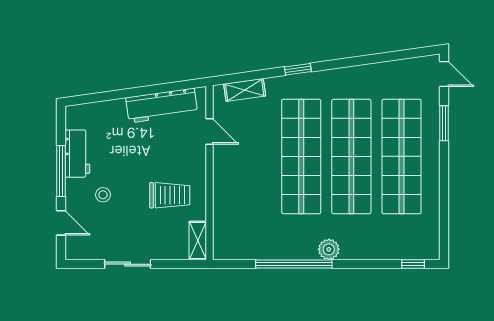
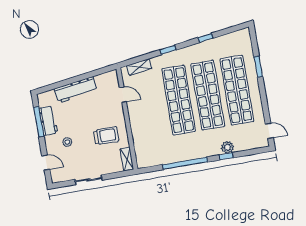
window: (364, 60) -> (205, 38), added
door: (444, 74) -> (269, 131), moved
workbench: (162, 106) -> (76, 90), moved
window: (61, 171) -> (39, 122), moved
plant: (329, 249) -> (227, 147), moved
window: (413, 264) -> (226, 156), moved

